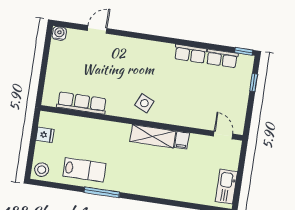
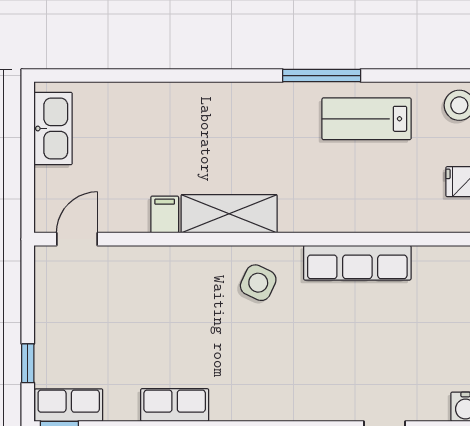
row of seats: (222, 58) -> (69, 405), moved
row of seats: (82, 103) -> (357, 263), moved
door: (223, 135) -> (77, 239), swing flipped

